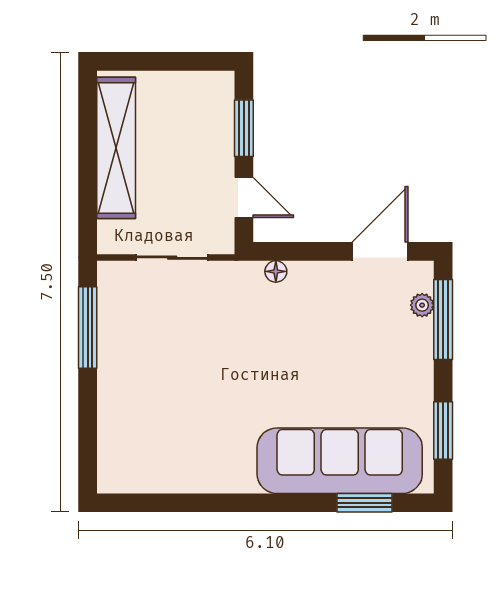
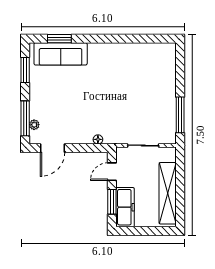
freezer: (214, 116) -> (125, 207), added
door: (244, 198) -> (112, 172), hinge flipped
sofa: (340, 461) -> (61, 54), width x0.74, depth x0.79

